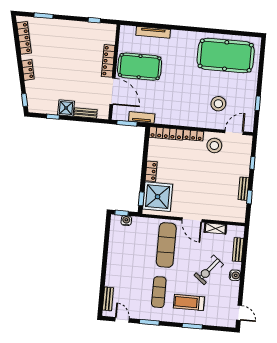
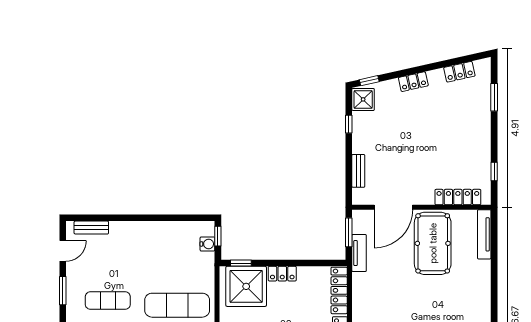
tv unit: (153, 32) -> (484, 234), moved
locker: (24, 38) -> (459, 72), width x0.66
locker: (108, 61) -> (458, 197), moved
shower: (66, 108) -> (363, 99), moved

